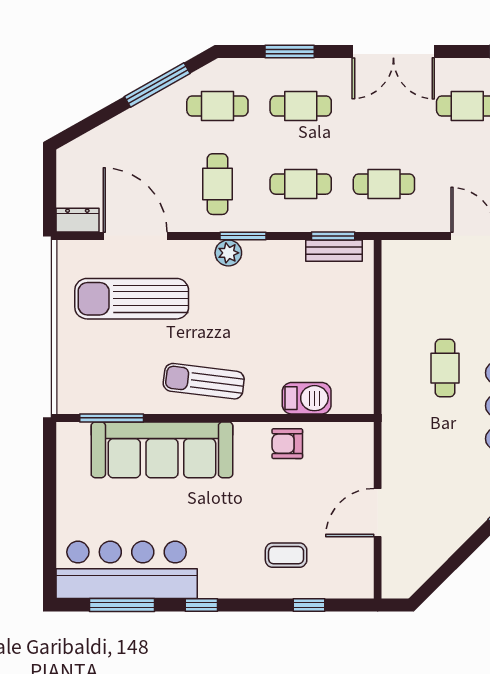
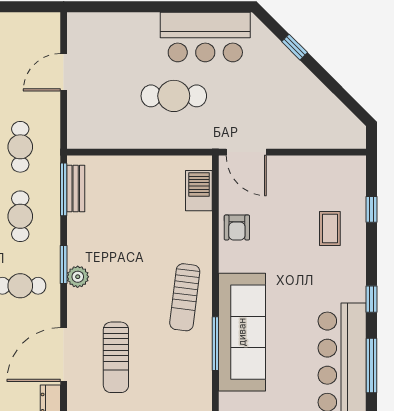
window: (333, 236) -> (64, 189), width x1.44
sun lounger: (132, 299) -> (116, 357), width x0.73, depth x0.75
cafe table: (445, 368) -> (174, 96), width x1.37, depth x1.35
barbecue: (307, 398) -> (199, 191), moved
window: (112, 418) -> (215, 344), moved
door: (378, 513) -> (246, 152), moved

